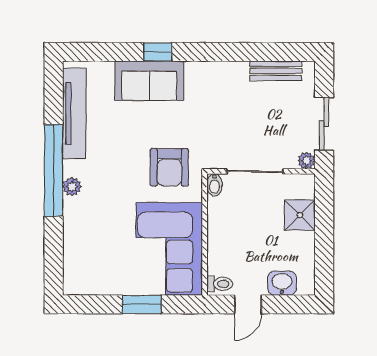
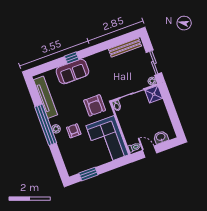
bench: (276, 71) -> (125, 48), width x1.36
armchair: (107, 204) -> (74, 131), added
shower: (300, 215) -> (154, 94), moved
window: (142, 304) -> (88, 174), moved
door: (248, 304) -> (150, 152), swing flipped

